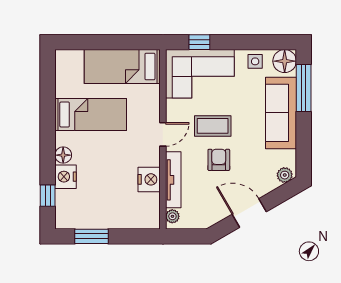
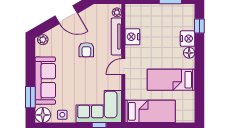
window: (304, 88) -> (30, 97), width x0.69
coffee table: (213, 126) -> (90, 72), removed

